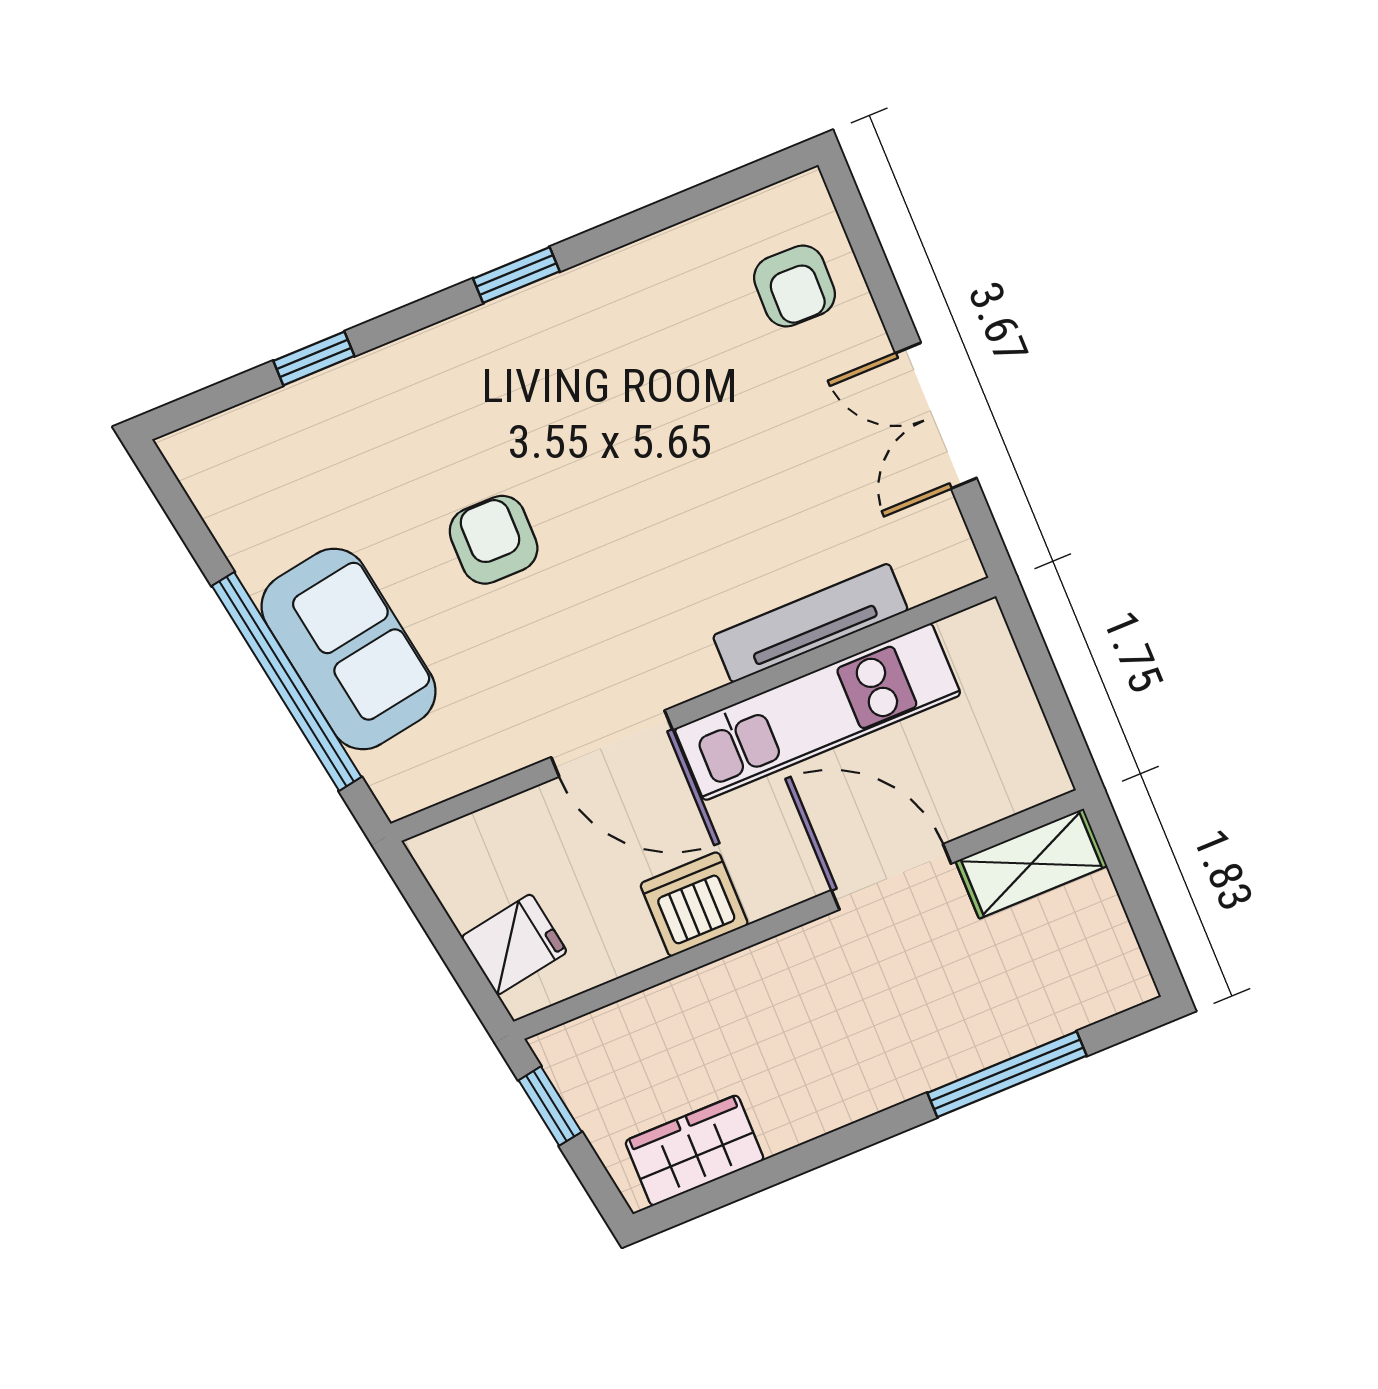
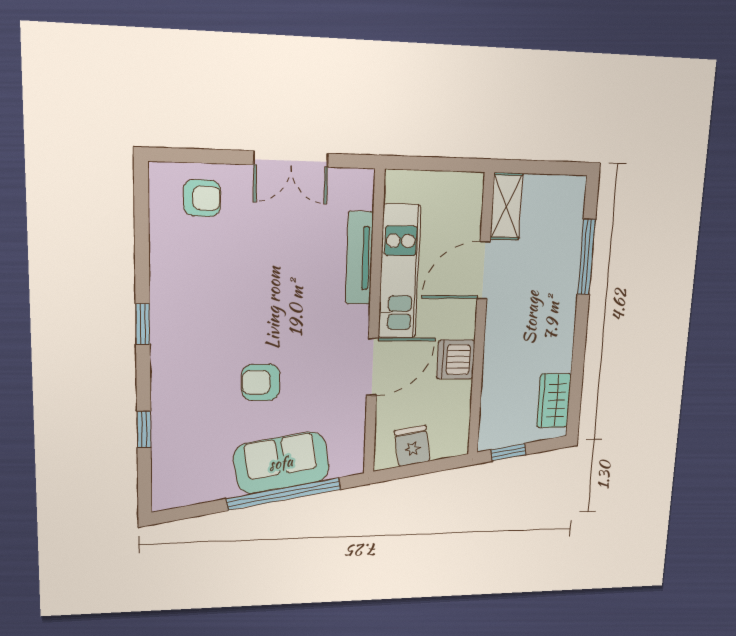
fridge: (514, 944) -> (412, 446), moved

